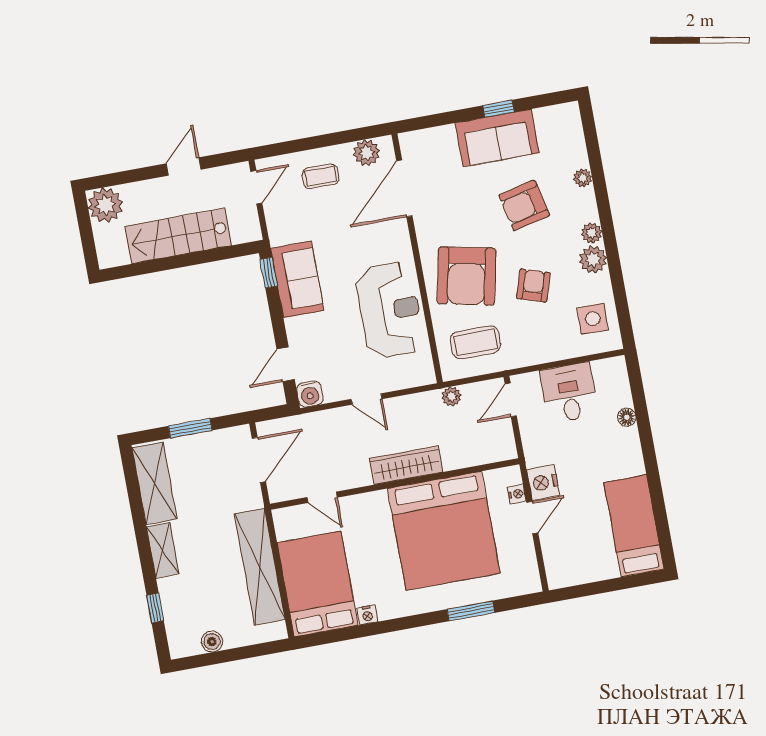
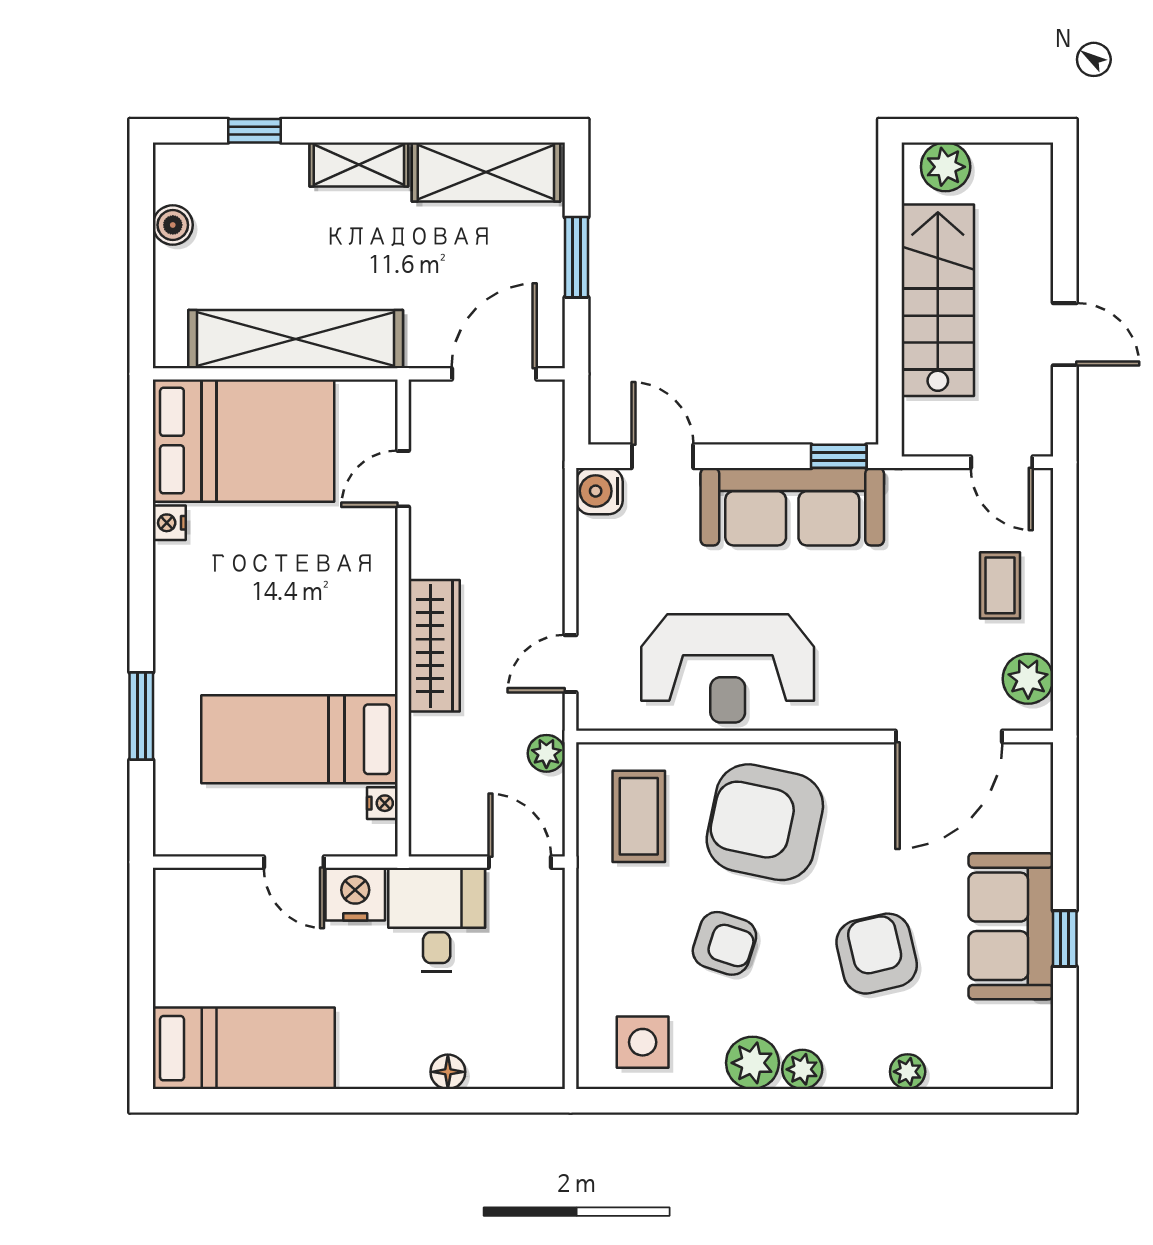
door: (404, 188) -> (949, 737), swing flipped
plant: (105, 205) -> (946, 167), moved, width x0.73, depth x0.73
sofa: (297, 279) -> (792, 507), width x1.36
desk: (569, 393) -> (437, 920), moved, turned -90
door: (367, 399) -> (571, 664), moved
door: (259, 460) -> (494, 374), swing flipped
nightstand: (517, 494) -> (382, 803), moved, turned -90
bed: (444, 531) -> (299, 739), width x0.49

